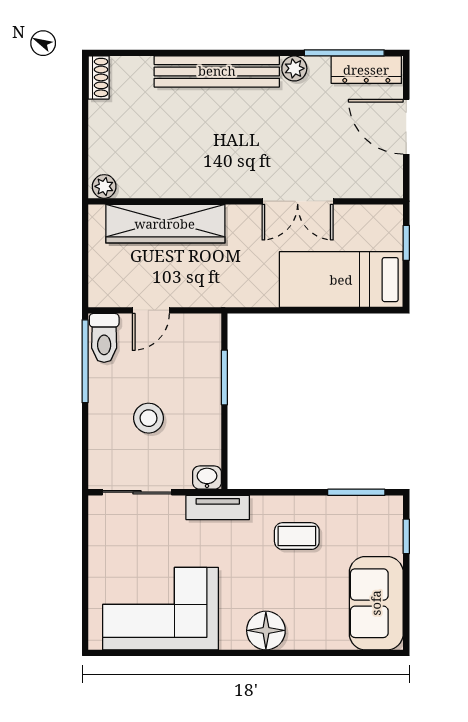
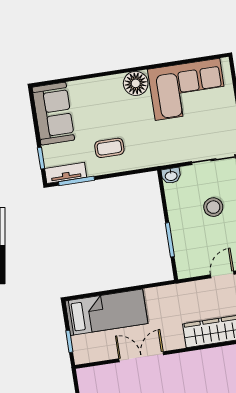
tv unit: (218, 507) -> (66, 173), moved
floor lamp: (266, 630) -> (136, 83), moved

